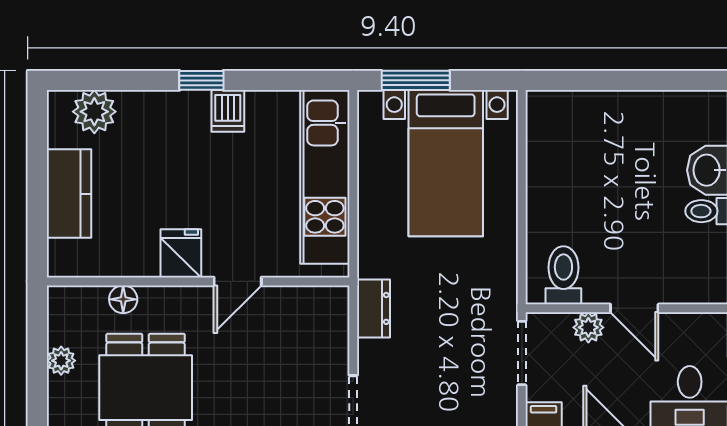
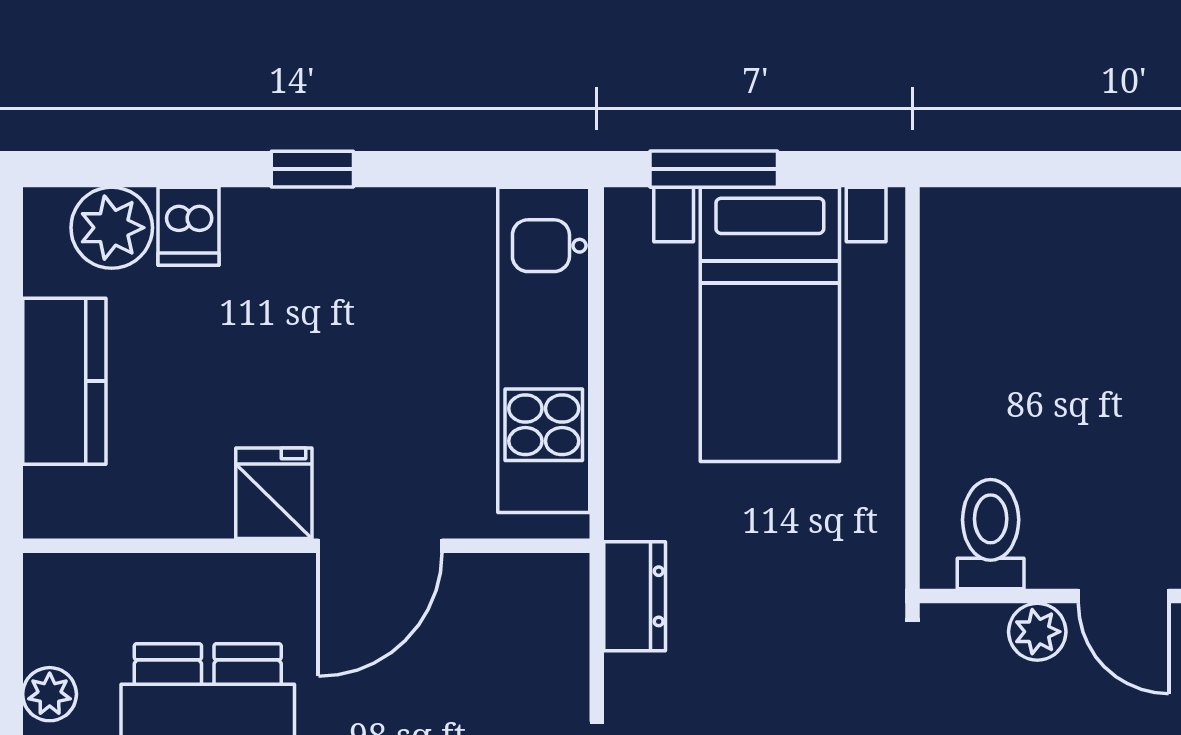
dishwasher: (228, 111) -> (189, 226), moved
door: (238, 281) -> (380, 546), width x1.37
floor lamp: (123, 299) -> (166, 579), removed

